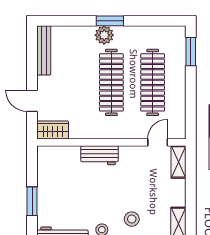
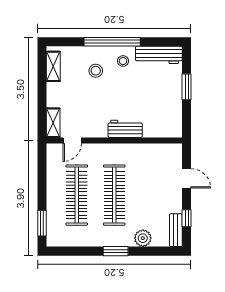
plant: (104, 35) -> (143, 238), moved
bench: (44, 50) -> (176, 230), width x0.73
window: (32, 57) -> (187, 218), added
wardrobe: (53, 130) -> (168, 152), removed

